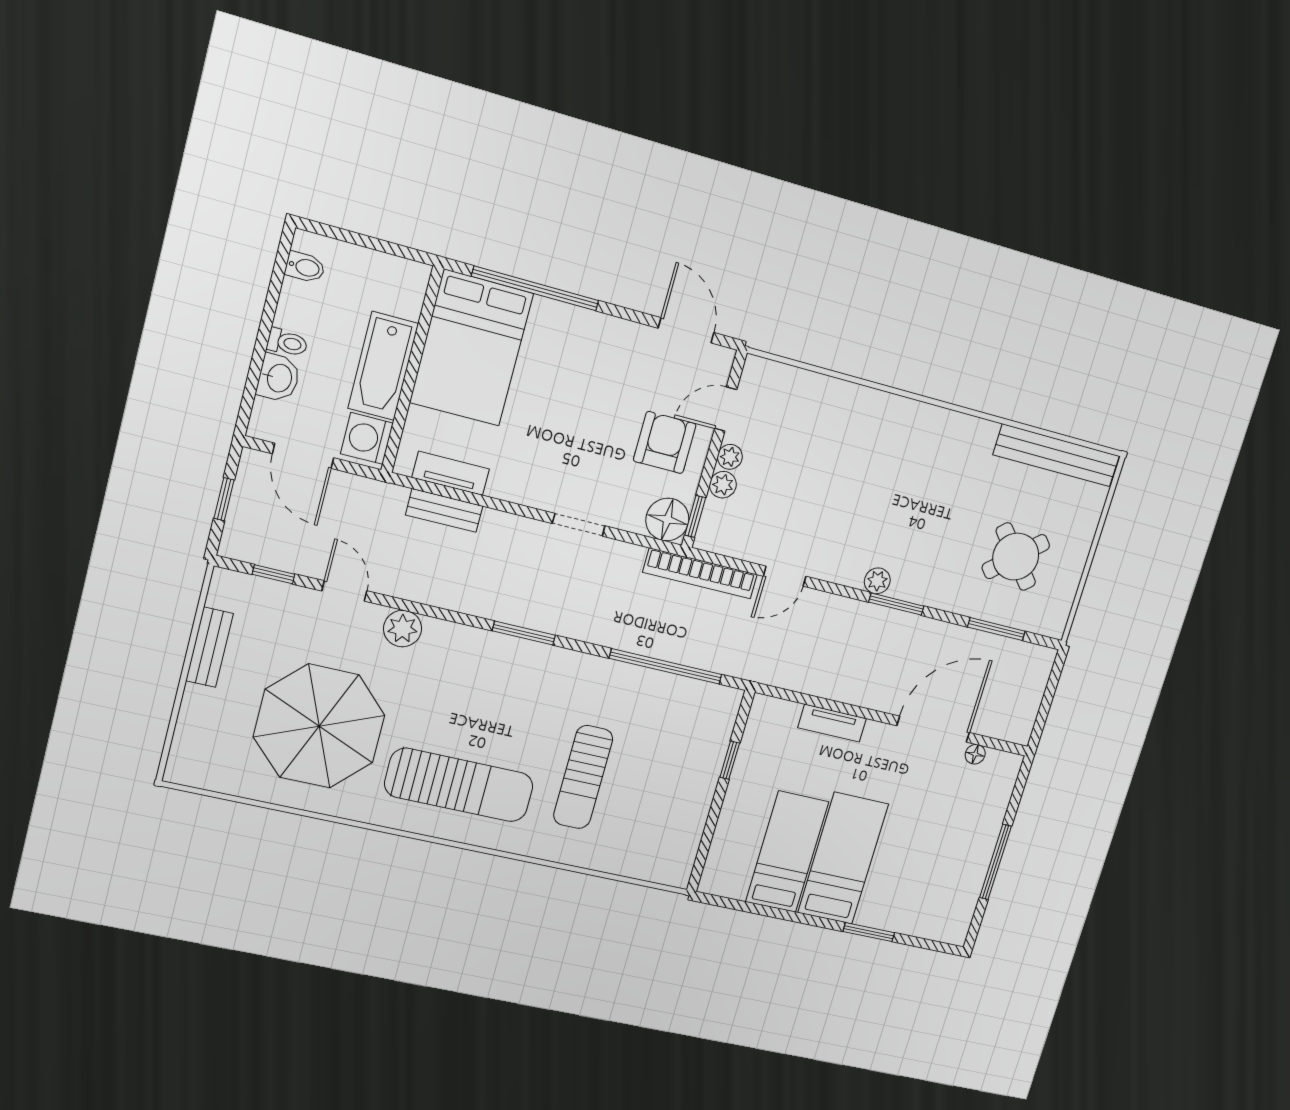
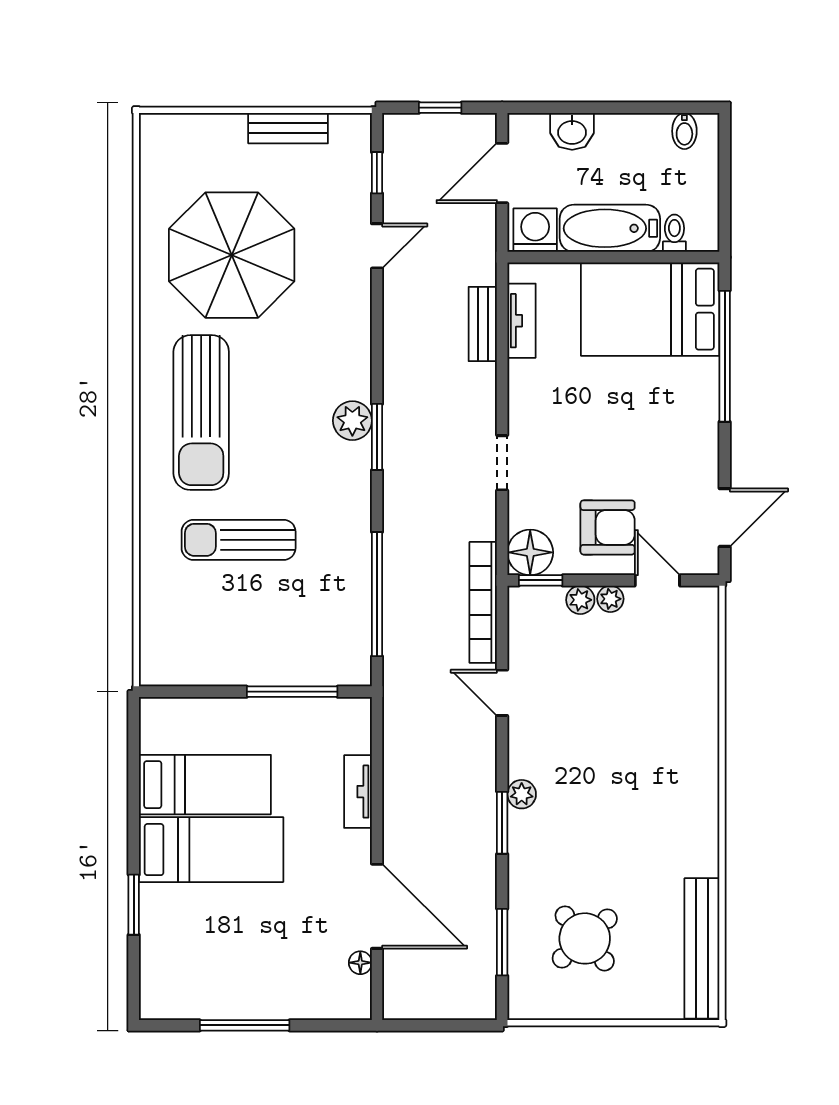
toilet: (287, 343) -> (674, 233), moved, turned 180
plant: (403, 629) -> (352, 421), moved
window: (730, 760) -> (292, 692), width x2.17

